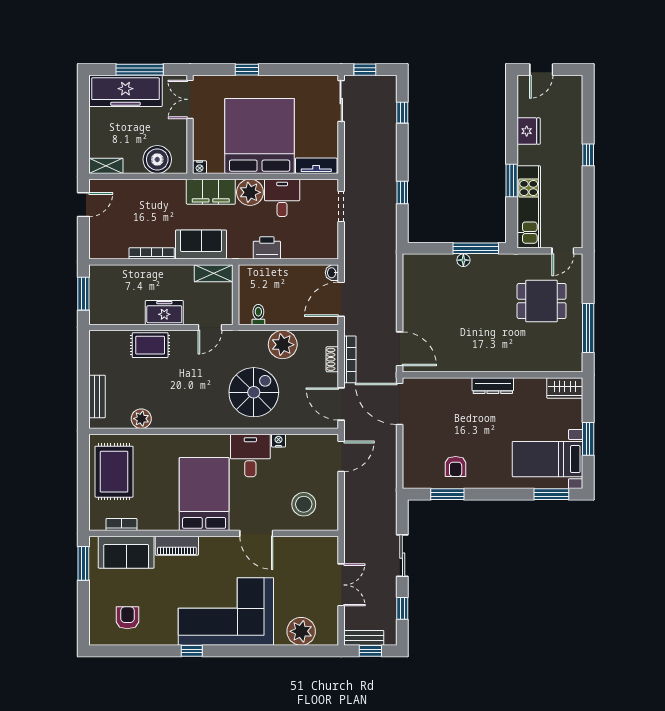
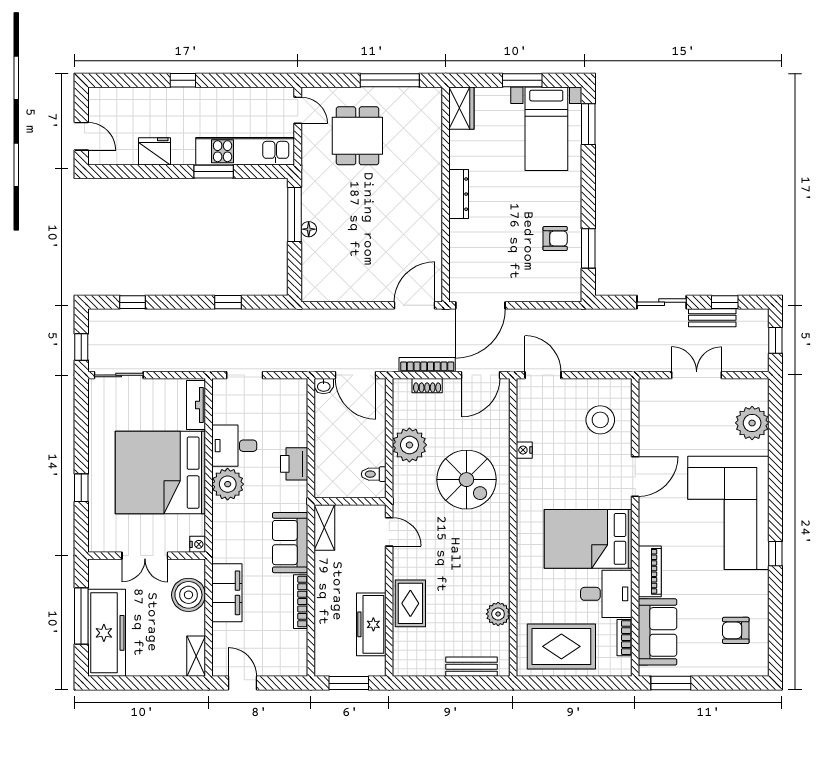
double door: (190, 99) -> (145, 556), moved
filing cabinet: (211, 192) -> (227, 593), moved
freezer: (164, 313) -> (371, 624), moved, width x1.40
spiral stairs: (254, 392) -> (466, 480), turned 180
desk: (250, 455) -> (606, 594), moved, turned 180
bench: (364, 638) -> (712, 318), moved, turned 90

